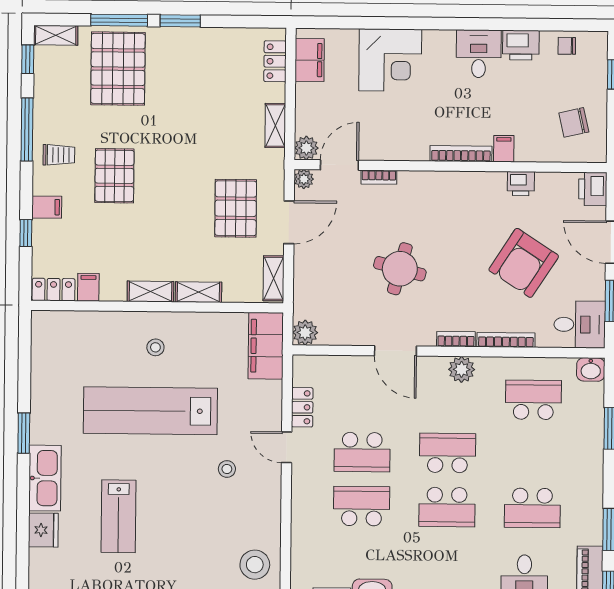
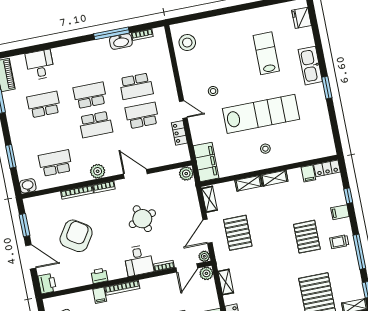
printer: (521, 184) -> (99, 276), moved
round table: (400, 269) -> (142, 219), turned -34
desk: (580, 324) -> (139, 260), moved, turned -90
school desk: (533, 400) -> (55, 163), turned 180
fridge: (43, 530) -> (302, 18), moved

